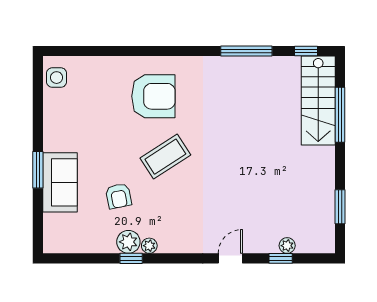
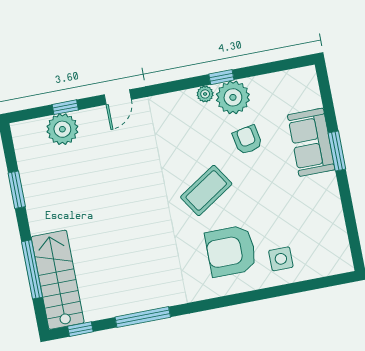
side table: (57, 78) -> (281, 259), moved
window: (340, 207) -> (17, 190), moved
plant: (128, 242) -> (233, 97), width x1.36, depth x1.36
plant: (287, 246) -> (62, 129), width x1.88, depth x1.88

